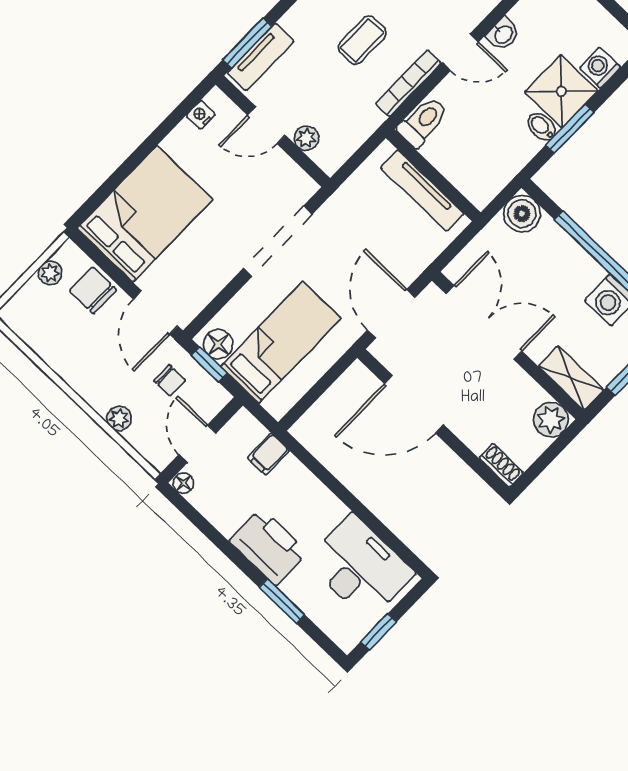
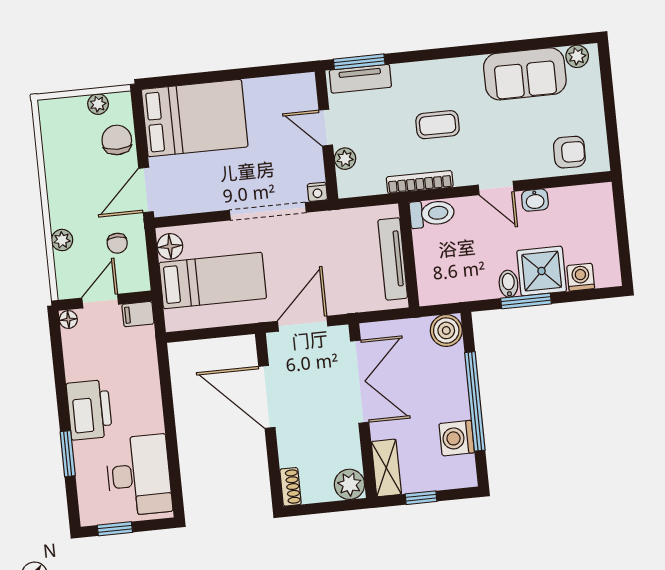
bookcase: (408, 83) -> (420, 182), moved
nightstand: (201, 115) -> (317, 192), moved, turned 180
window: (209, 364) -> (153, 255), removed
filing cabinet: (268, 454) -> (138, 314), moved

